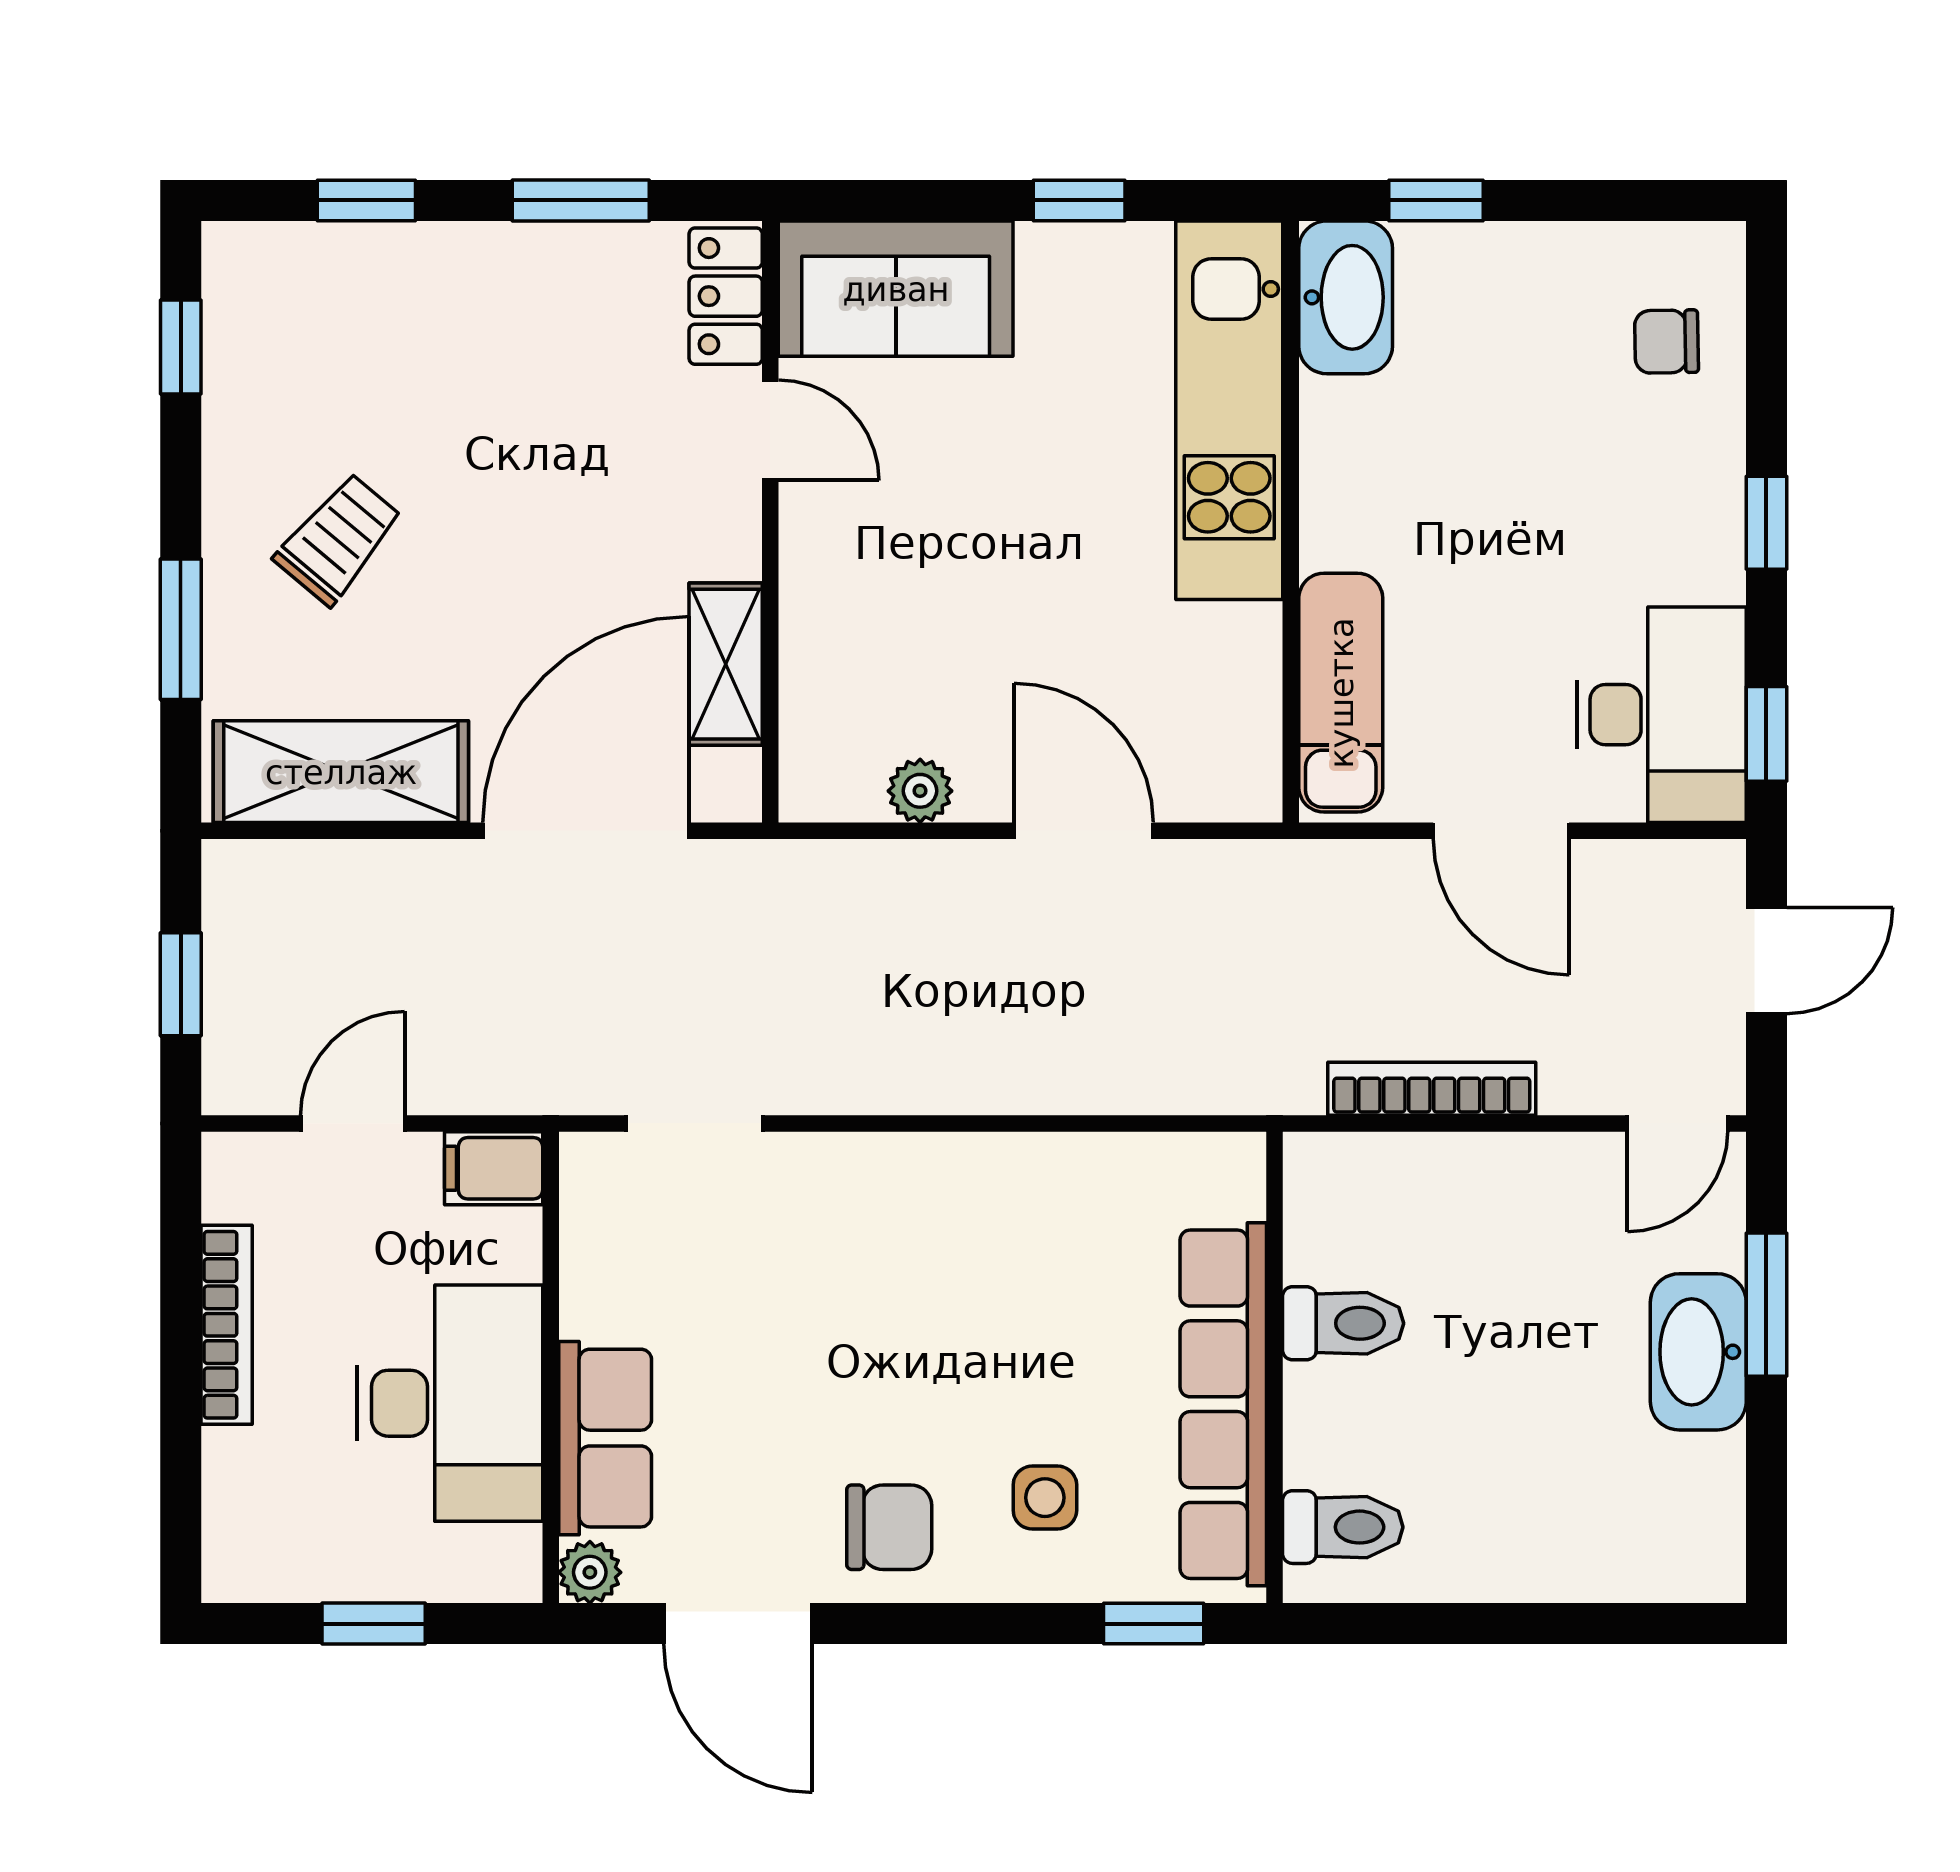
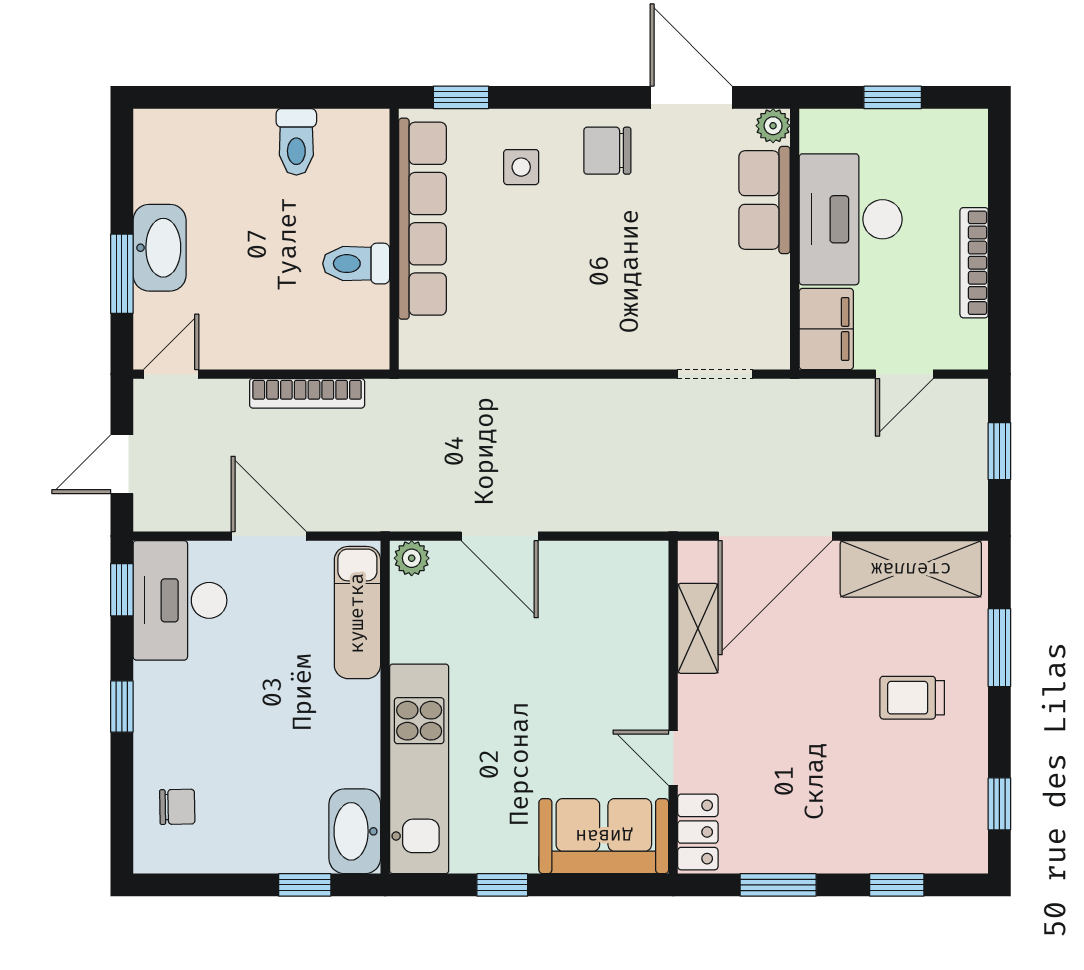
trolley: (338, 539) -> (912, 698), turned 50
plant: (920, 791) -> (412, 558), moved
filing cabinet: (494, 1168) -> (826, 329), width x2.00
toilet: (1343, 1527) -> (296, 142), moved, turned -90

